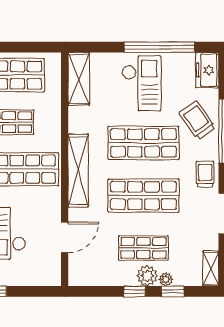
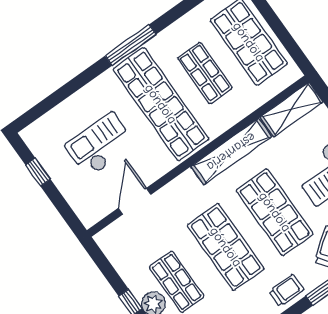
shelving: (78, 171) -> (231, 152), moved
door: (65, 237) -> (134, 201), swing flipped

